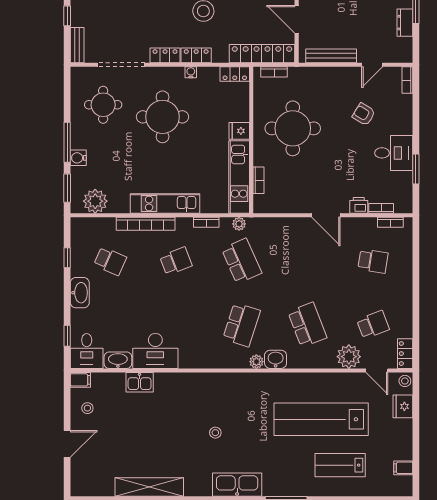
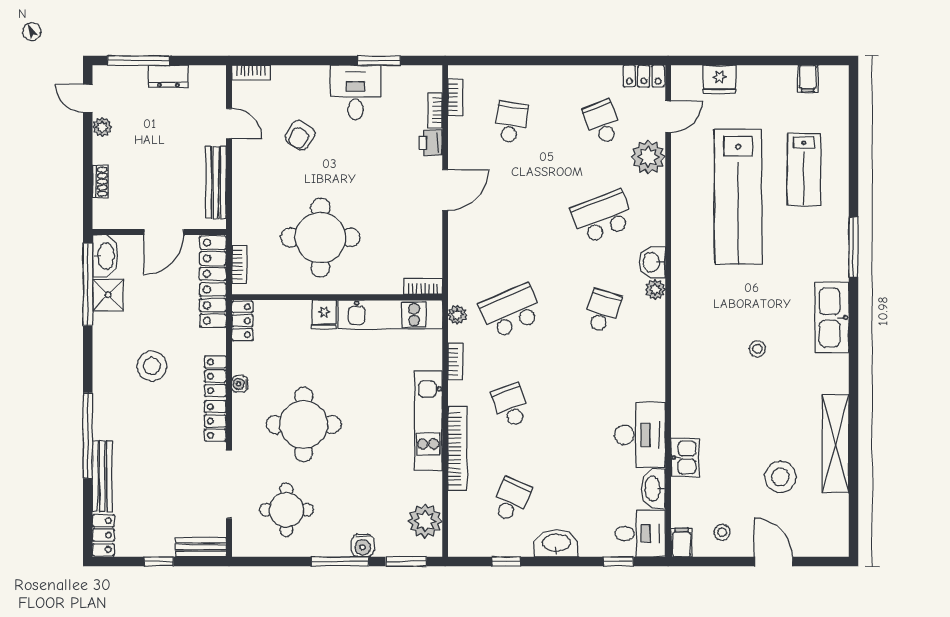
bookcase: (259, 180) -> (423, 287), moved
school desk: (242, 325) -> (602, 311), width x0.54
stool: (405, 381) -> (780, 477), moved, width x1.89, depth x1.89

